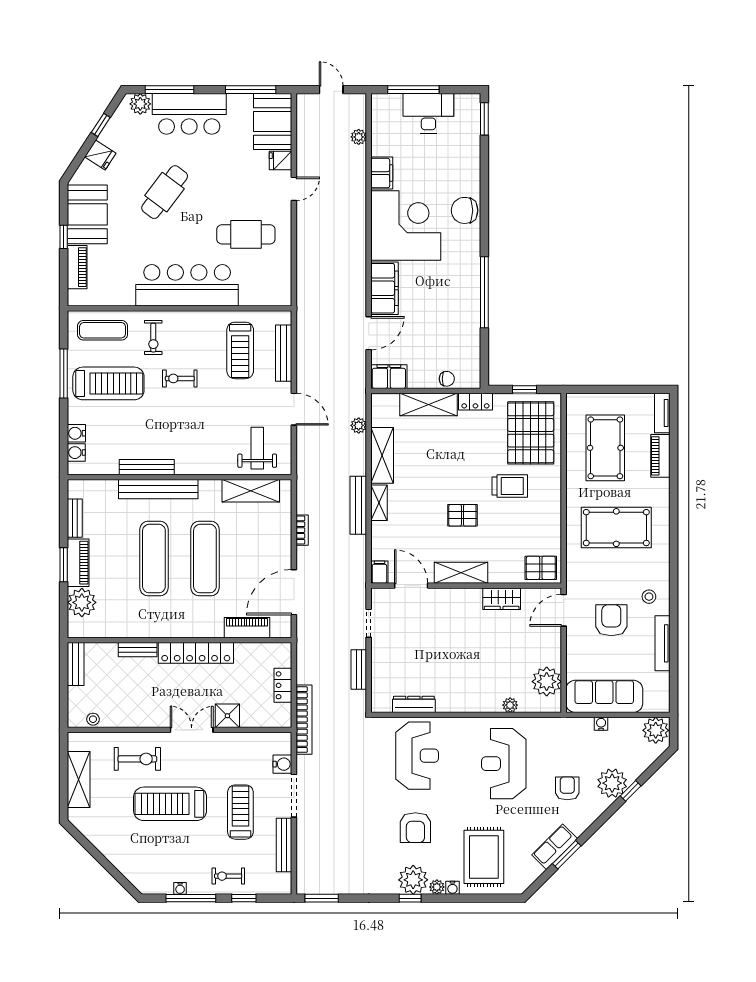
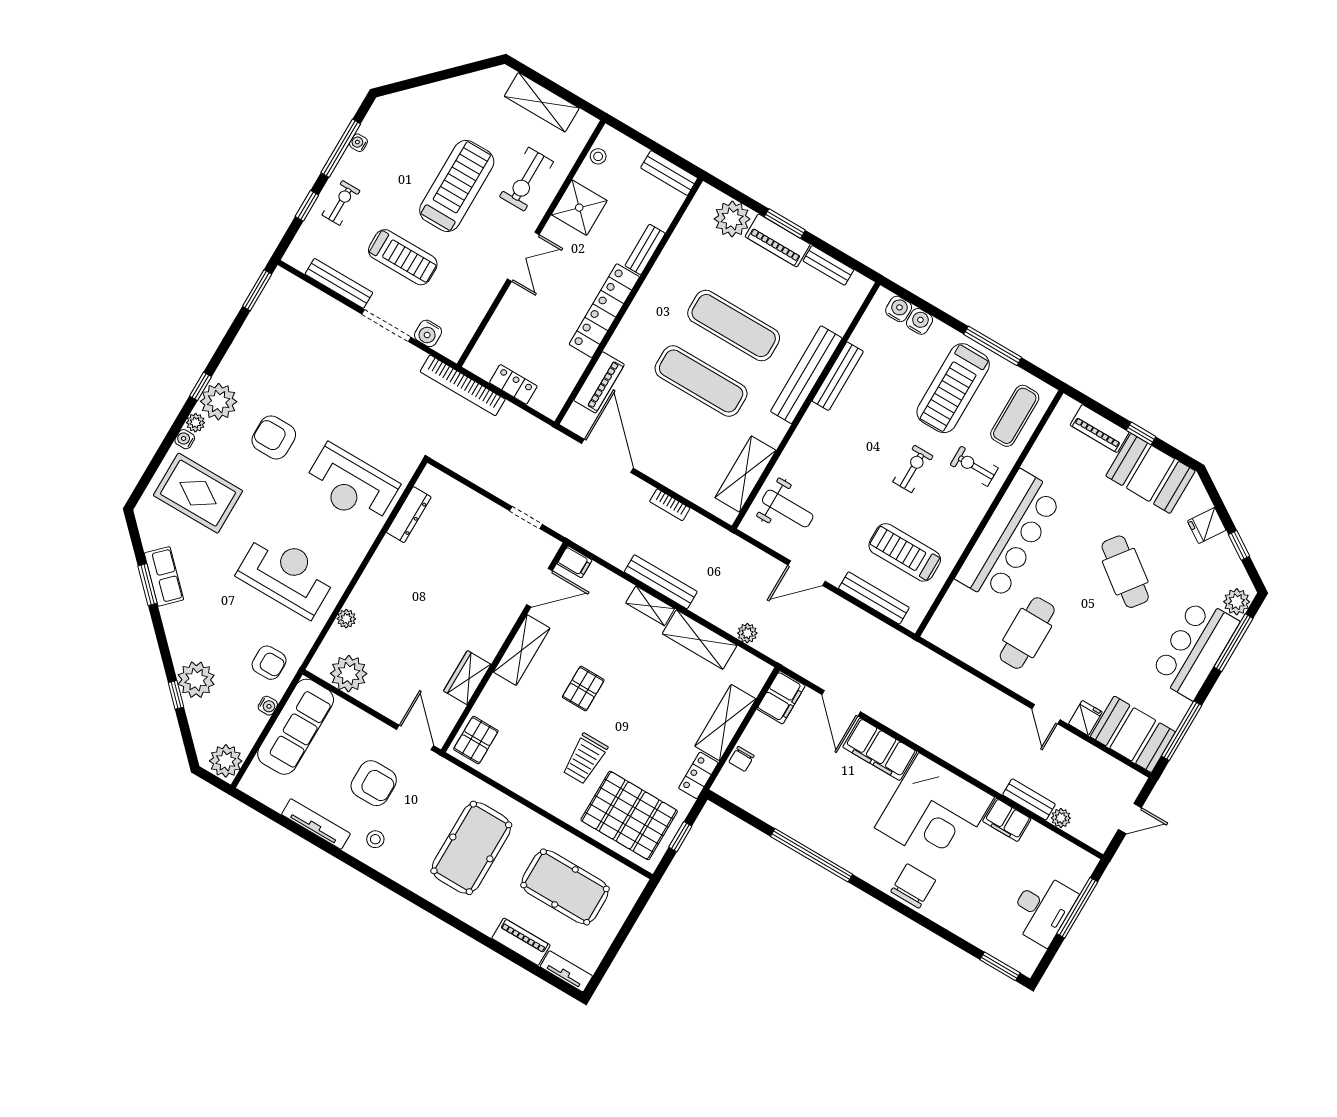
bench: (359, 669) -> (1029, 799), moved
shower: (227, 716) -> (579, 208), moved, width x1.36, depth x1.36
armchair: (567, 788) -> (269, 663), moved

